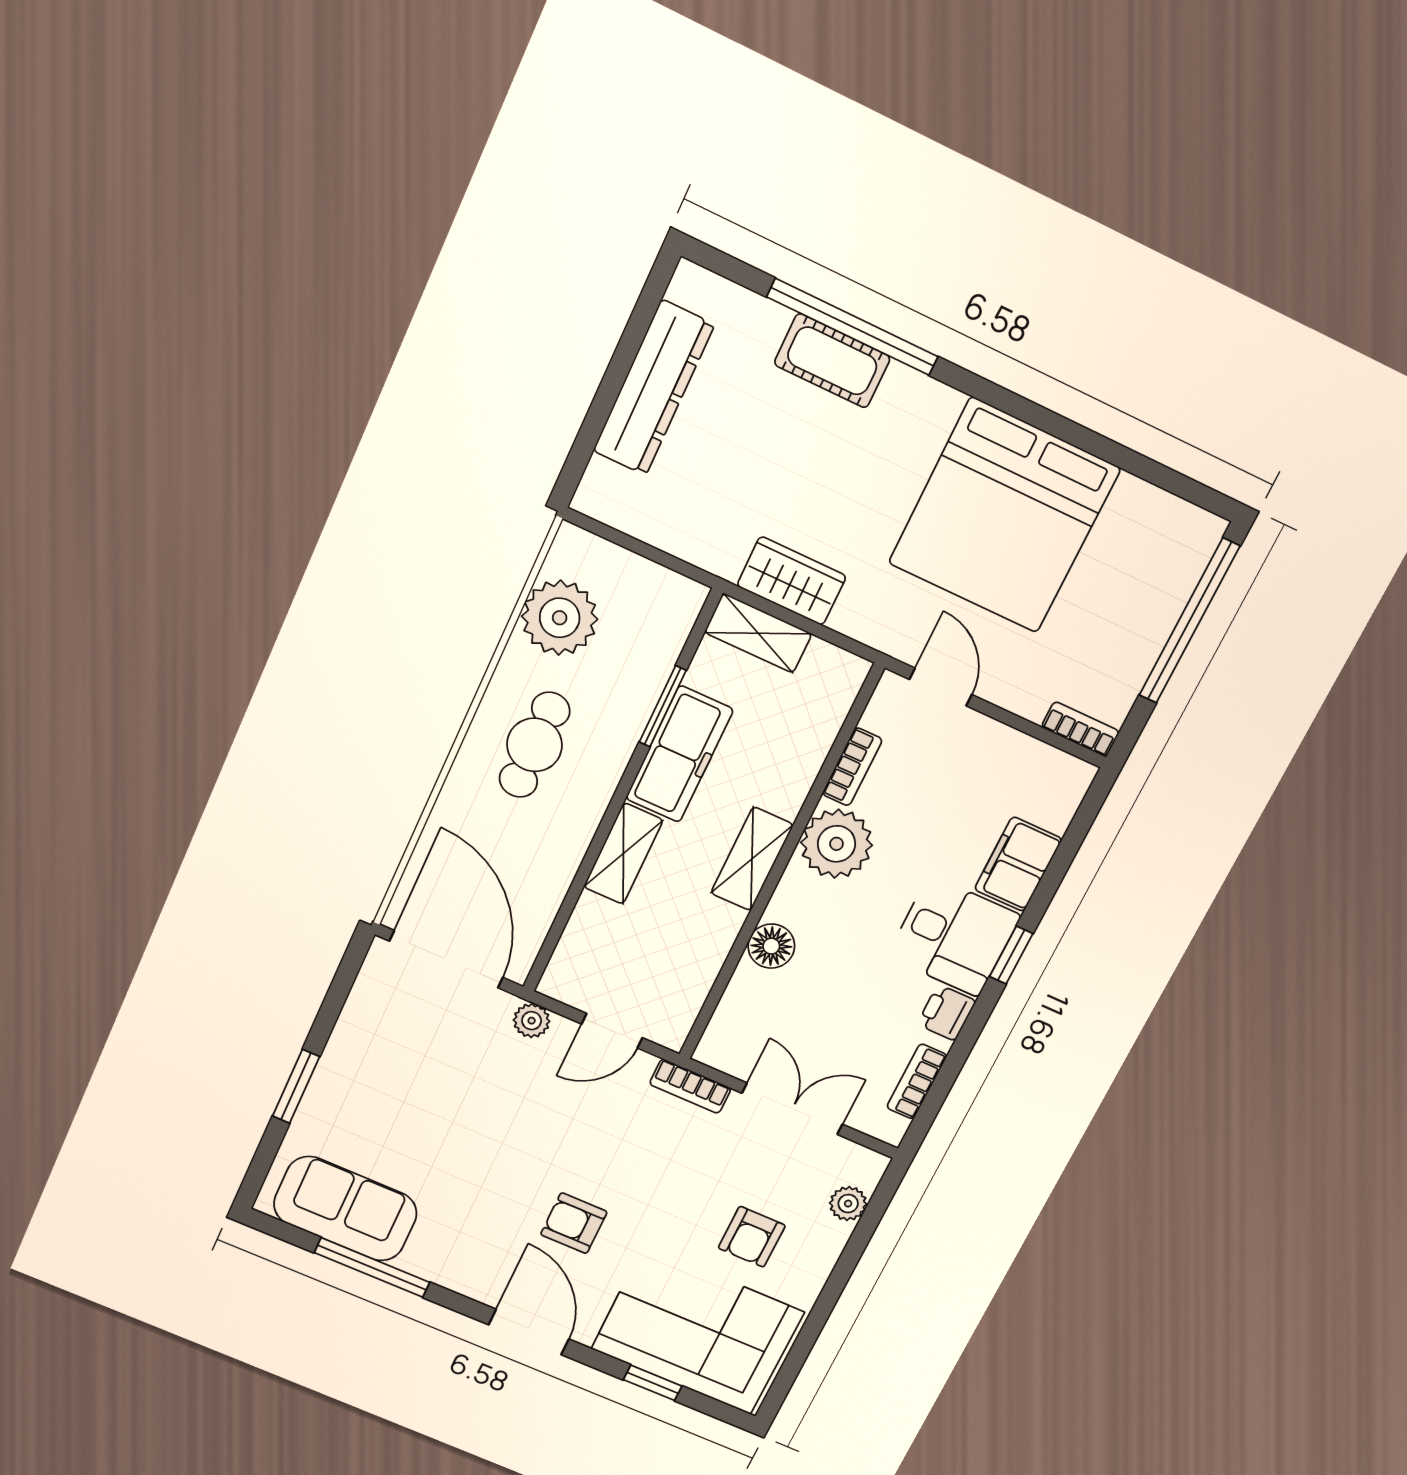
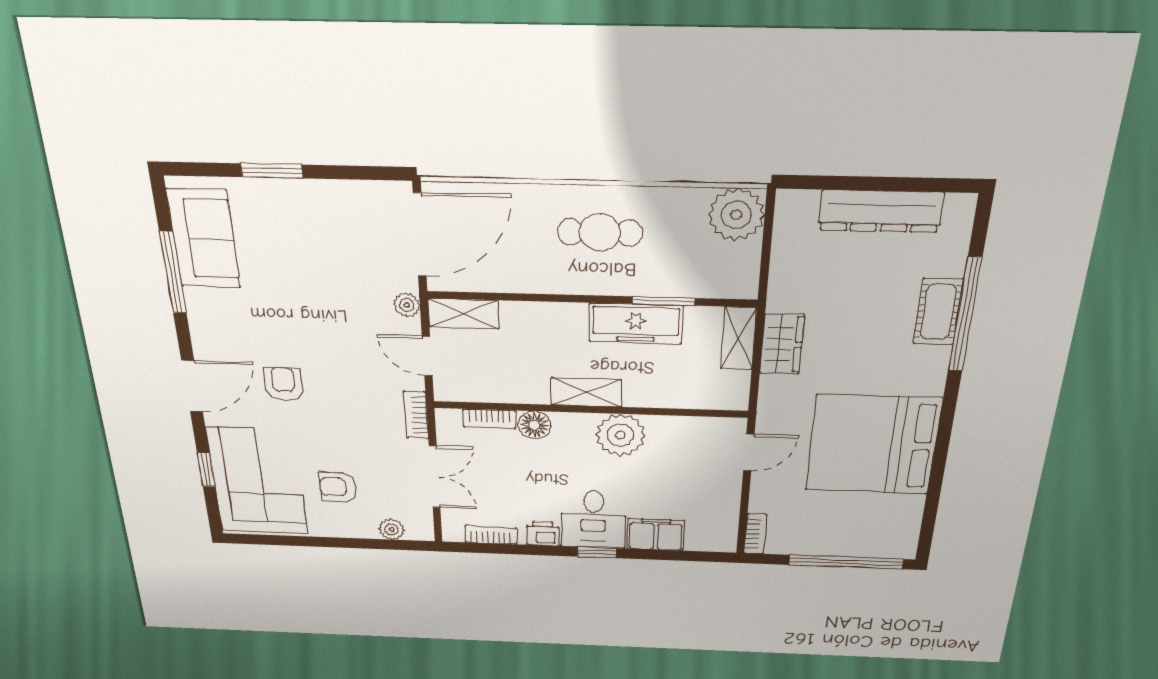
plant: (560, 618) -> (736, 215), moved
bookcase: (852, 767) -> (489, 419), moved
shelving: (623, 854) -> (463, 314), moved

